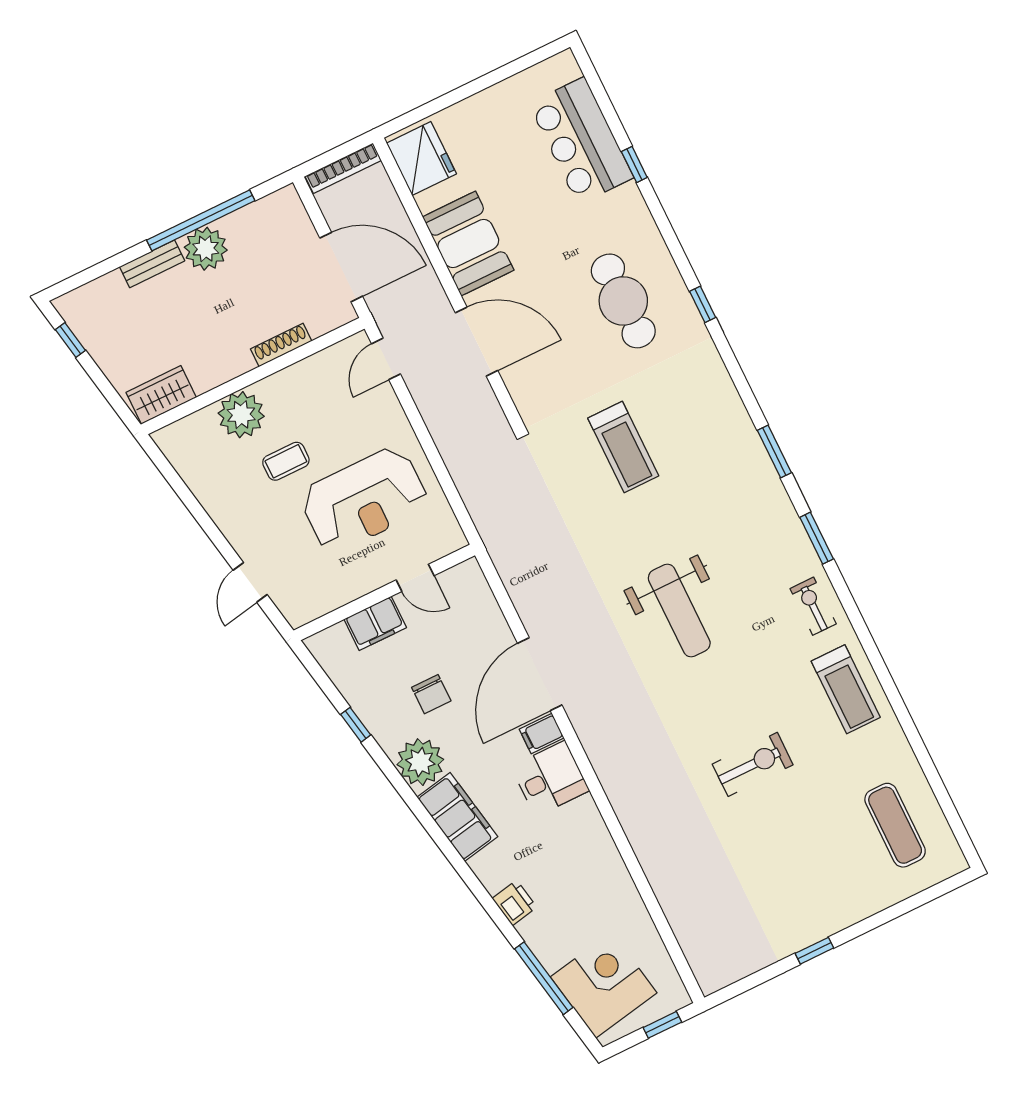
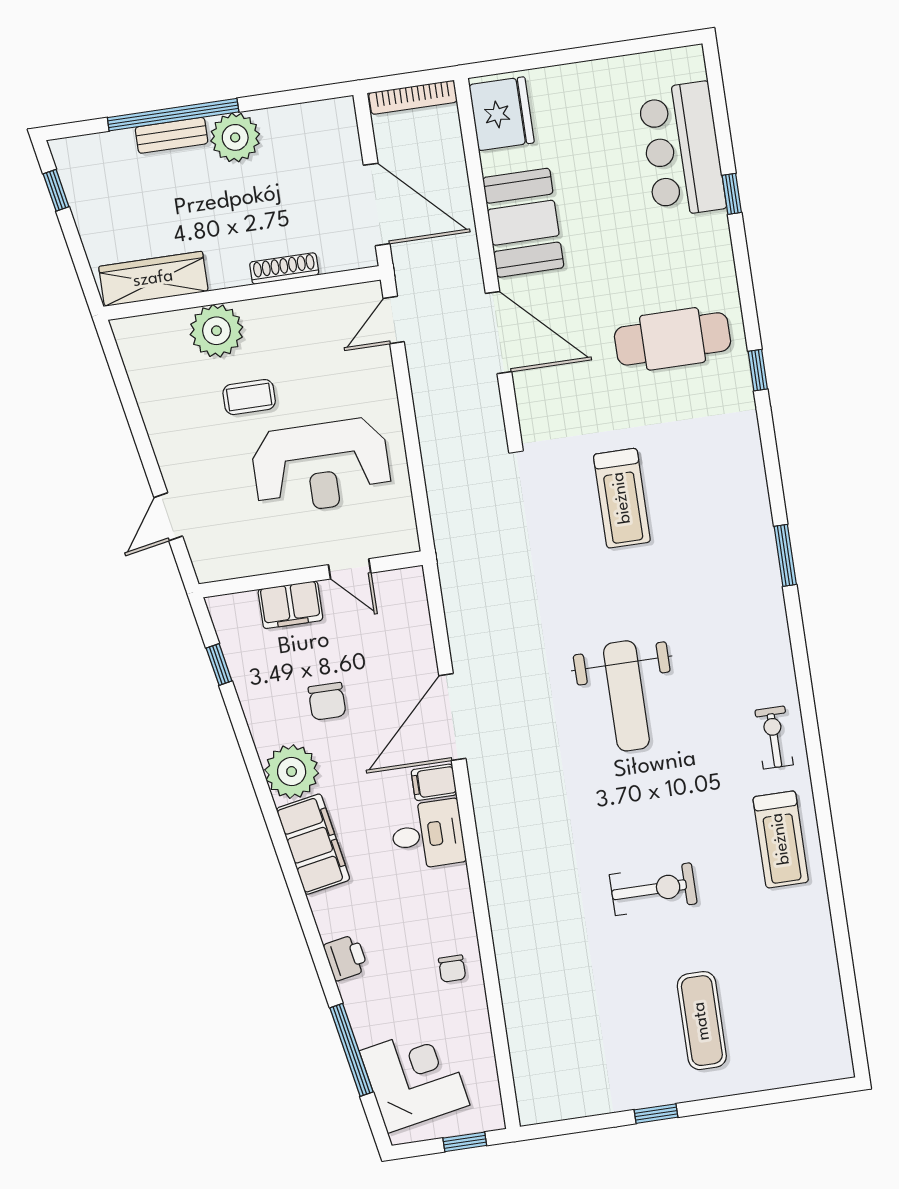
window: (201, 220) -> (173, 115), moved
cafe table: (623, 301) -> (673, 339), turned 90
wardrobe: (161, 395) -> (153, 279), width x1.50
window: (817, 538) -> (801, 664), removed
window: (356, 725) -> (219, 665), moved
exercise mat: (895, 825) -> (702, 1021), moved
chair: (606, 884) -> (452, 969), added

